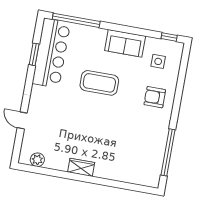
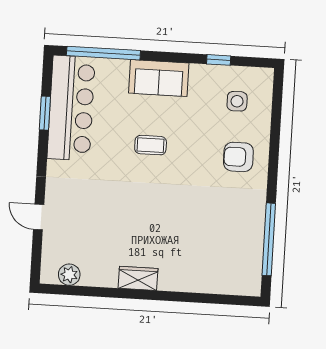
window: (169, 37) -> (219, 60), moved
sofa: (125, 43) -> (159, 78), moved
coffee table: (99, 83) -> (151, 145), width x0.54, depth x0.58

